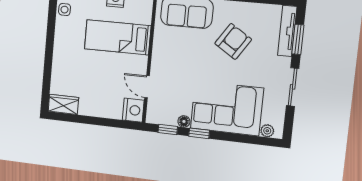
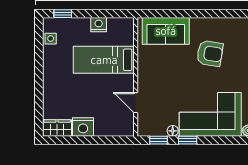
armchair: (233, 41) -> (210, 53), turned 66
nightstand: (133, 110) -> (83, 127), moved, turned 90

